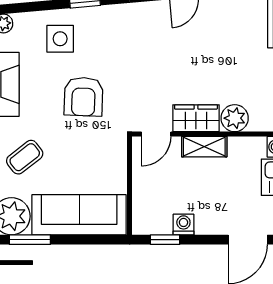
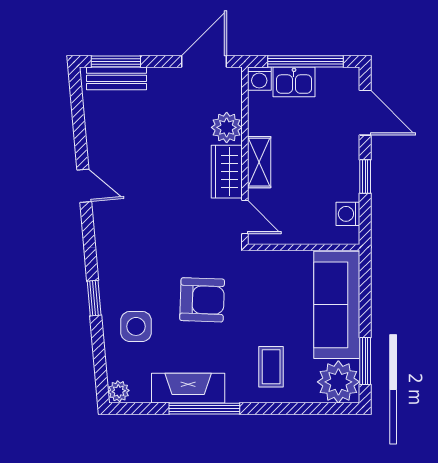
coffee table: (25, 157) -> (271, 367), turned 38
washing machine: (183, 224) -> (348, 214), moved
window: (165, 240) -> (365, 176), moved

